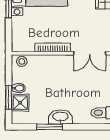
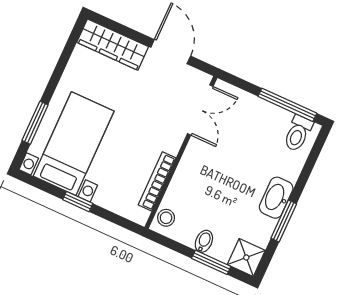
bookcase: (53, 47) -> (157, 181), moved
shower: (20, 103) -> (246, 257), moved

